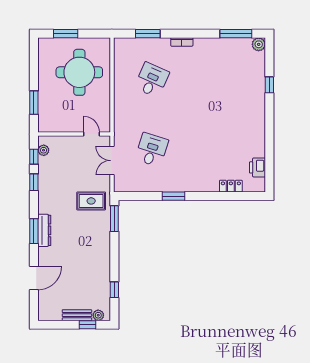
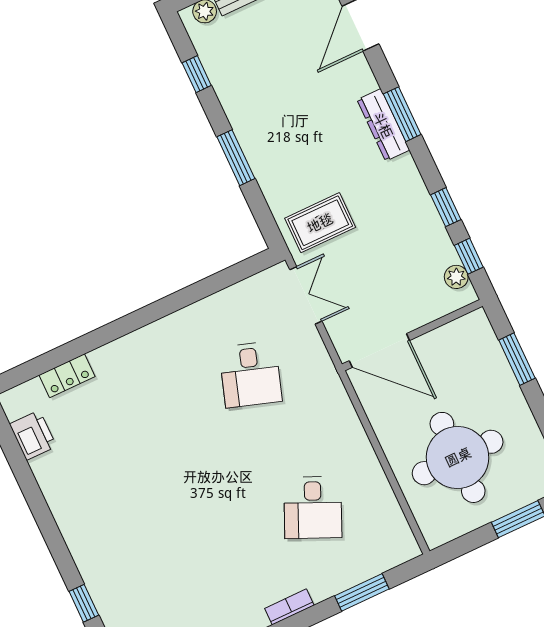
door: (91, 134) -> (379, 351), width x1.88
double door: (112, 161) -> (306, 295), moved
window: (174, 196) -> (167, 306), removed
window: (114, 219) -> (236, 158), moved

